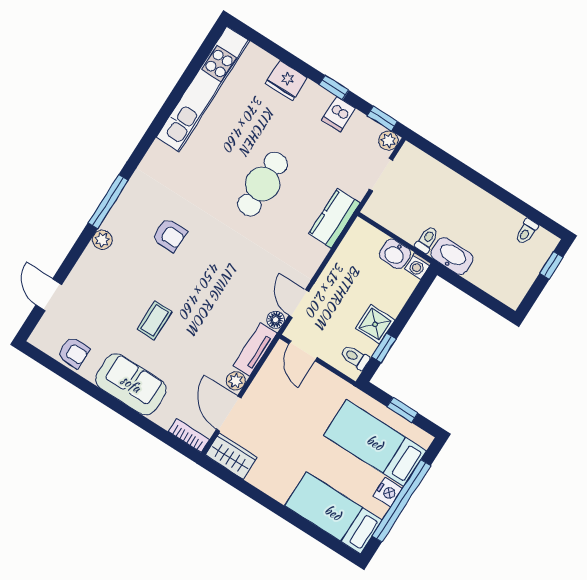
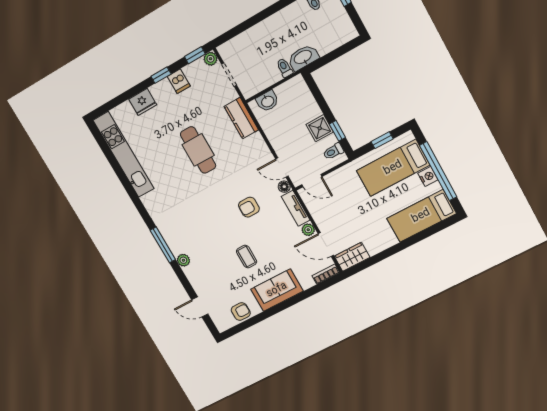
armchair: (170, 235) -> (249, 207), moved, turned 180
washbasin: (395, 254) -> (267, 101), moved
washing machine: (418, 266) -> (298, 82), removed

